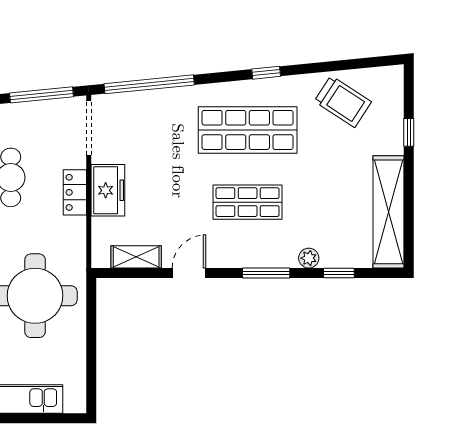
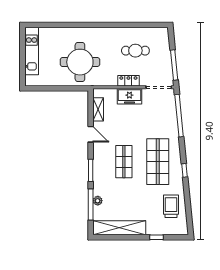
trolley: (343, 102) -> (171, 206), turned 147
plant: (309, 258) -> (98, 201), moved
window: (339, 273) -> (91, 204), width x2.17

